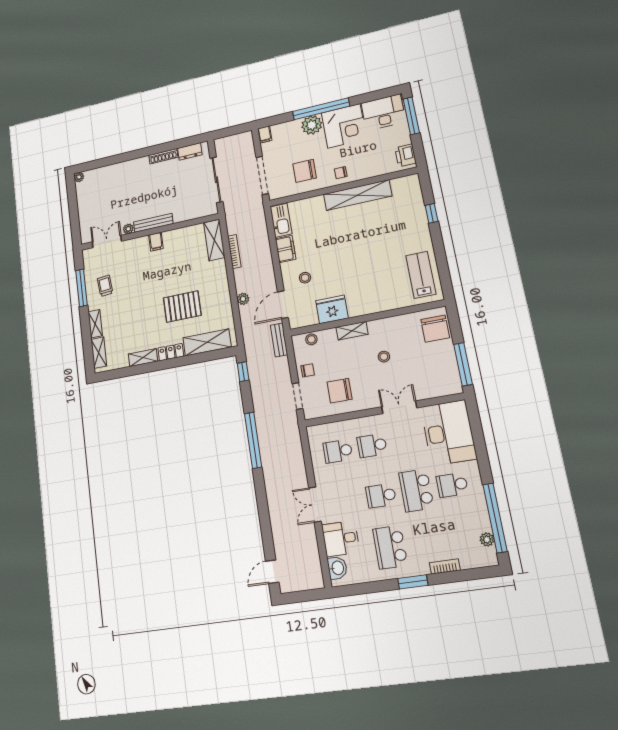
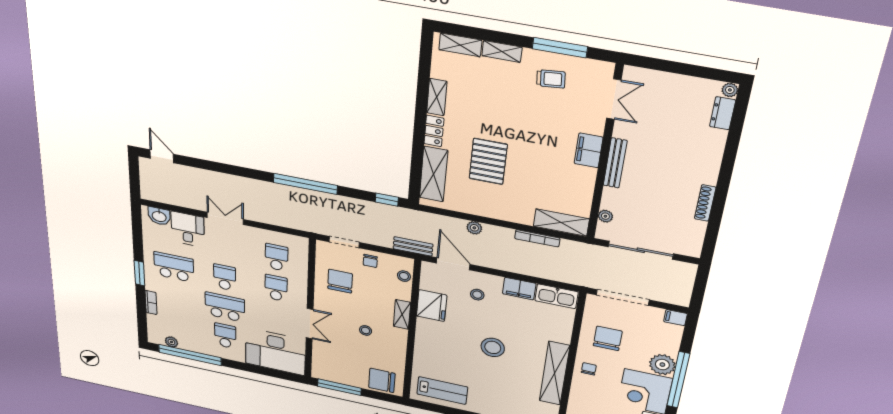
dresser: (190, 151) -> (723, 113), moved
plant: (128, 229) -> (605, 216), moved
filing cabinet: (156, 242) -> (589, 150), width x2.00
stool: (353, 250) -> (493, 347), added

